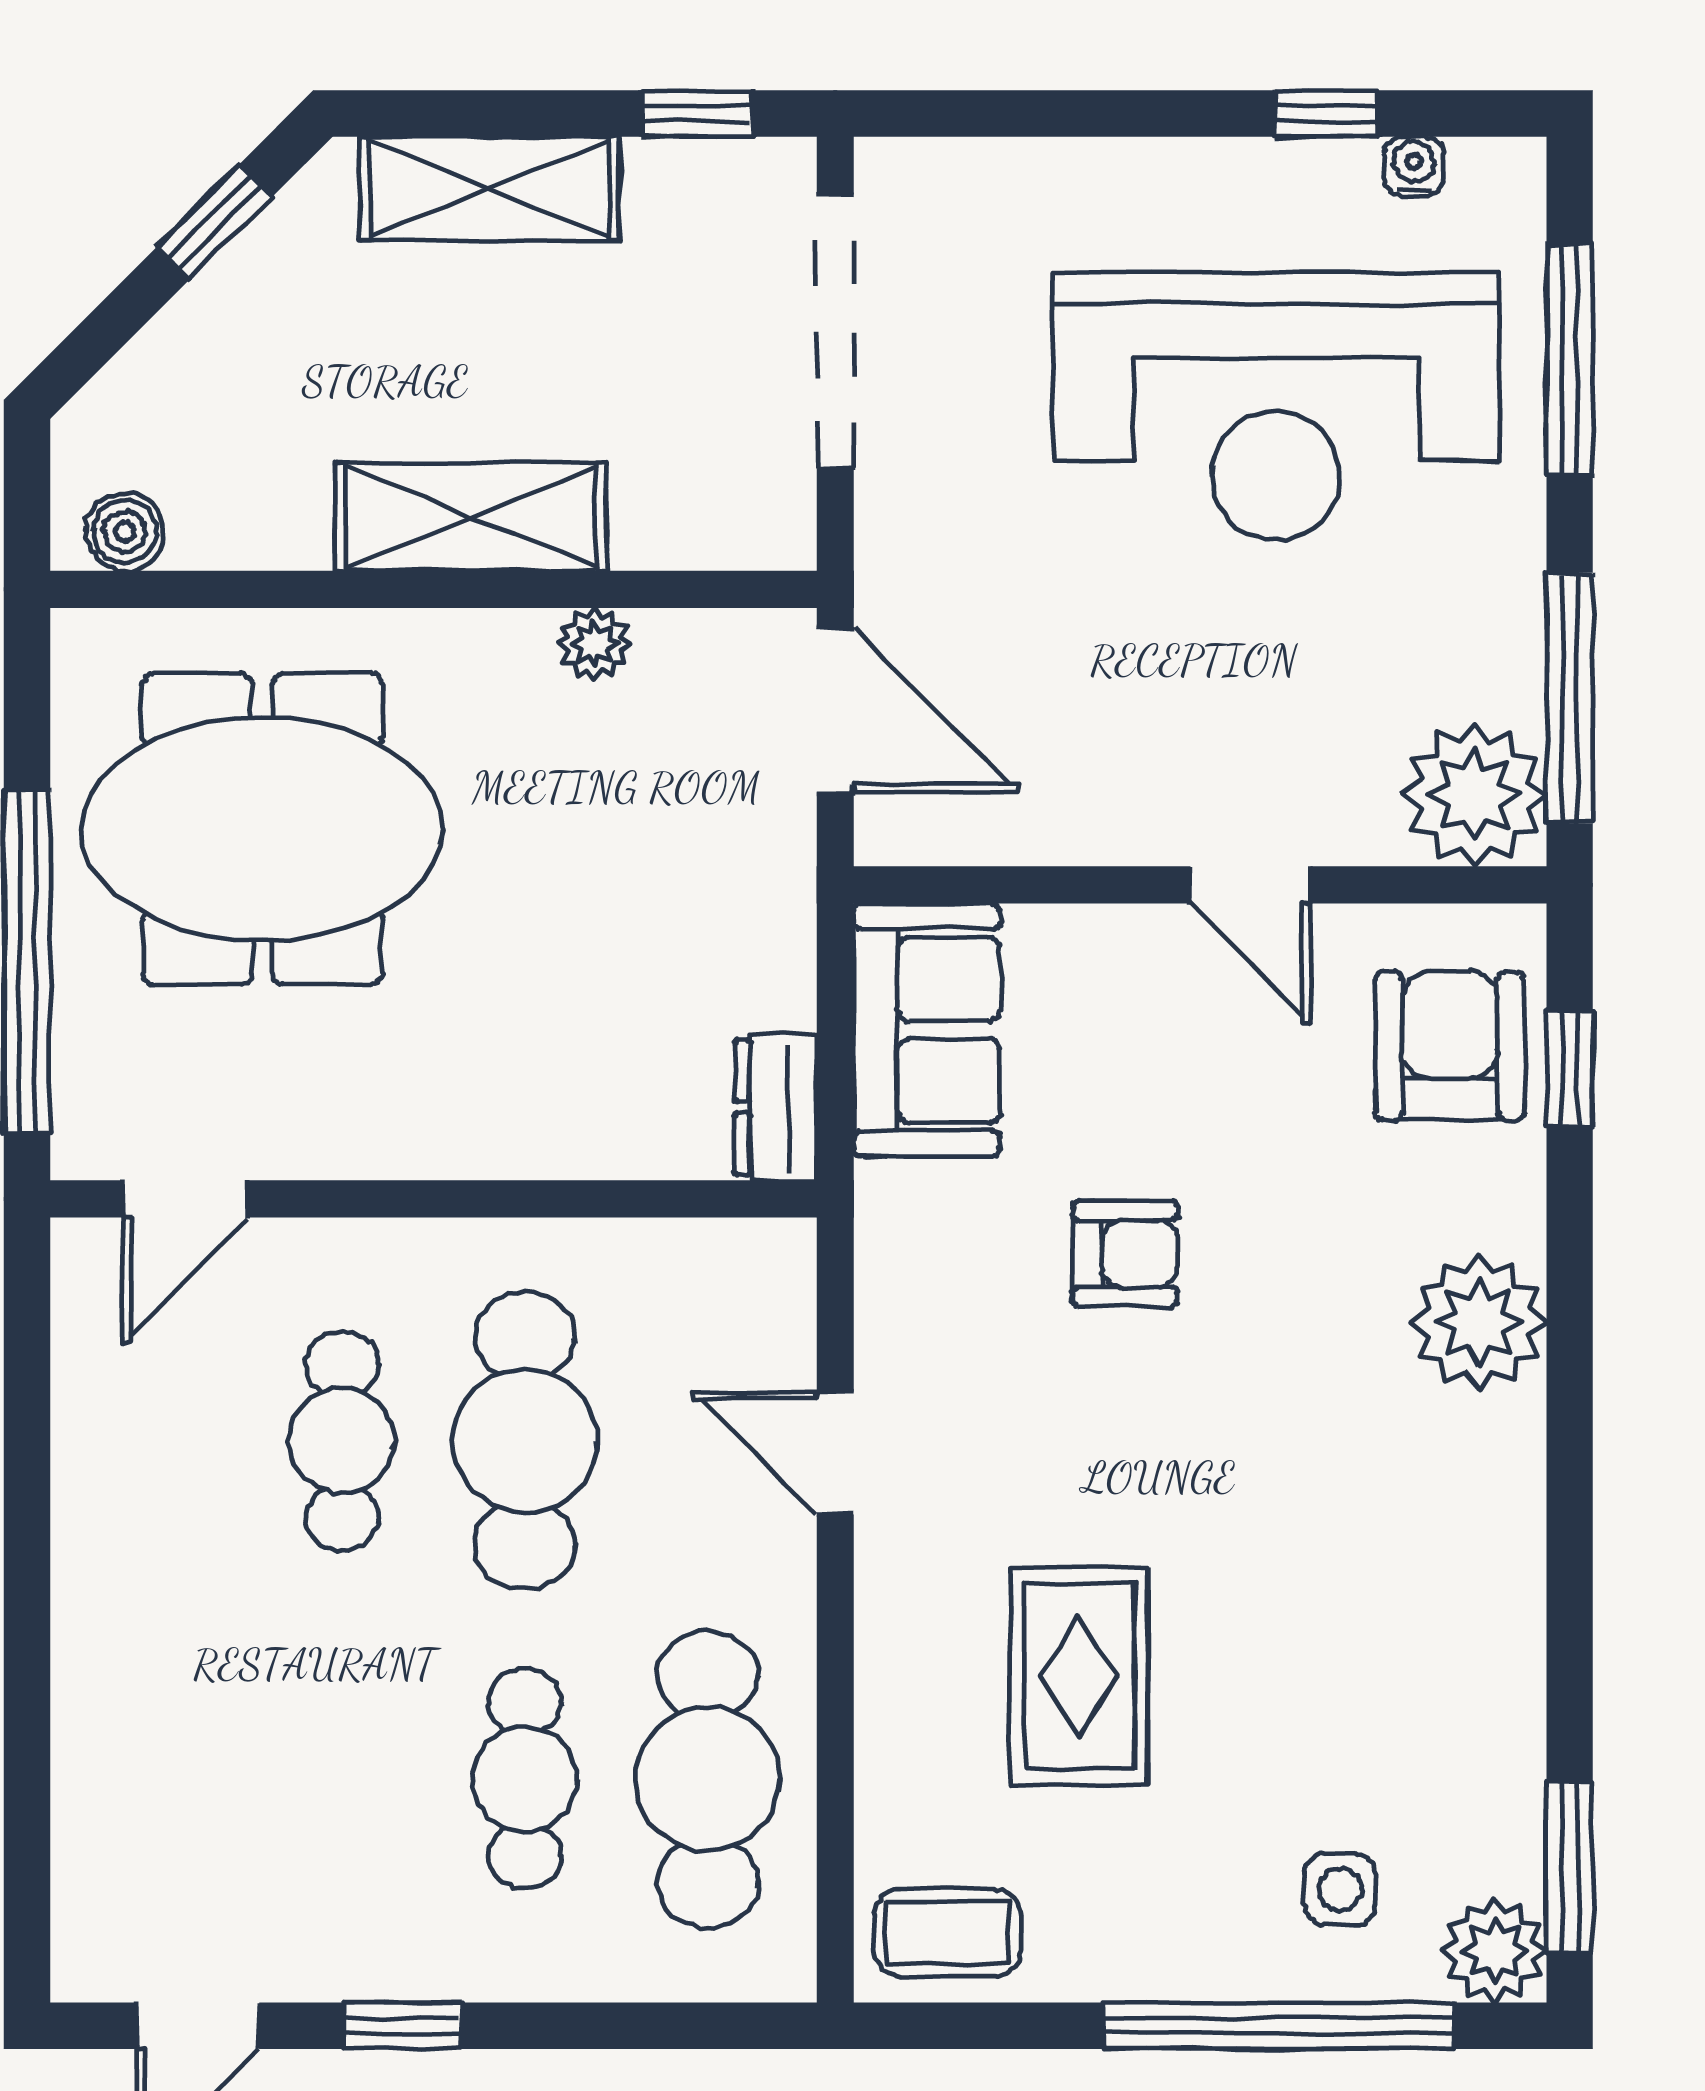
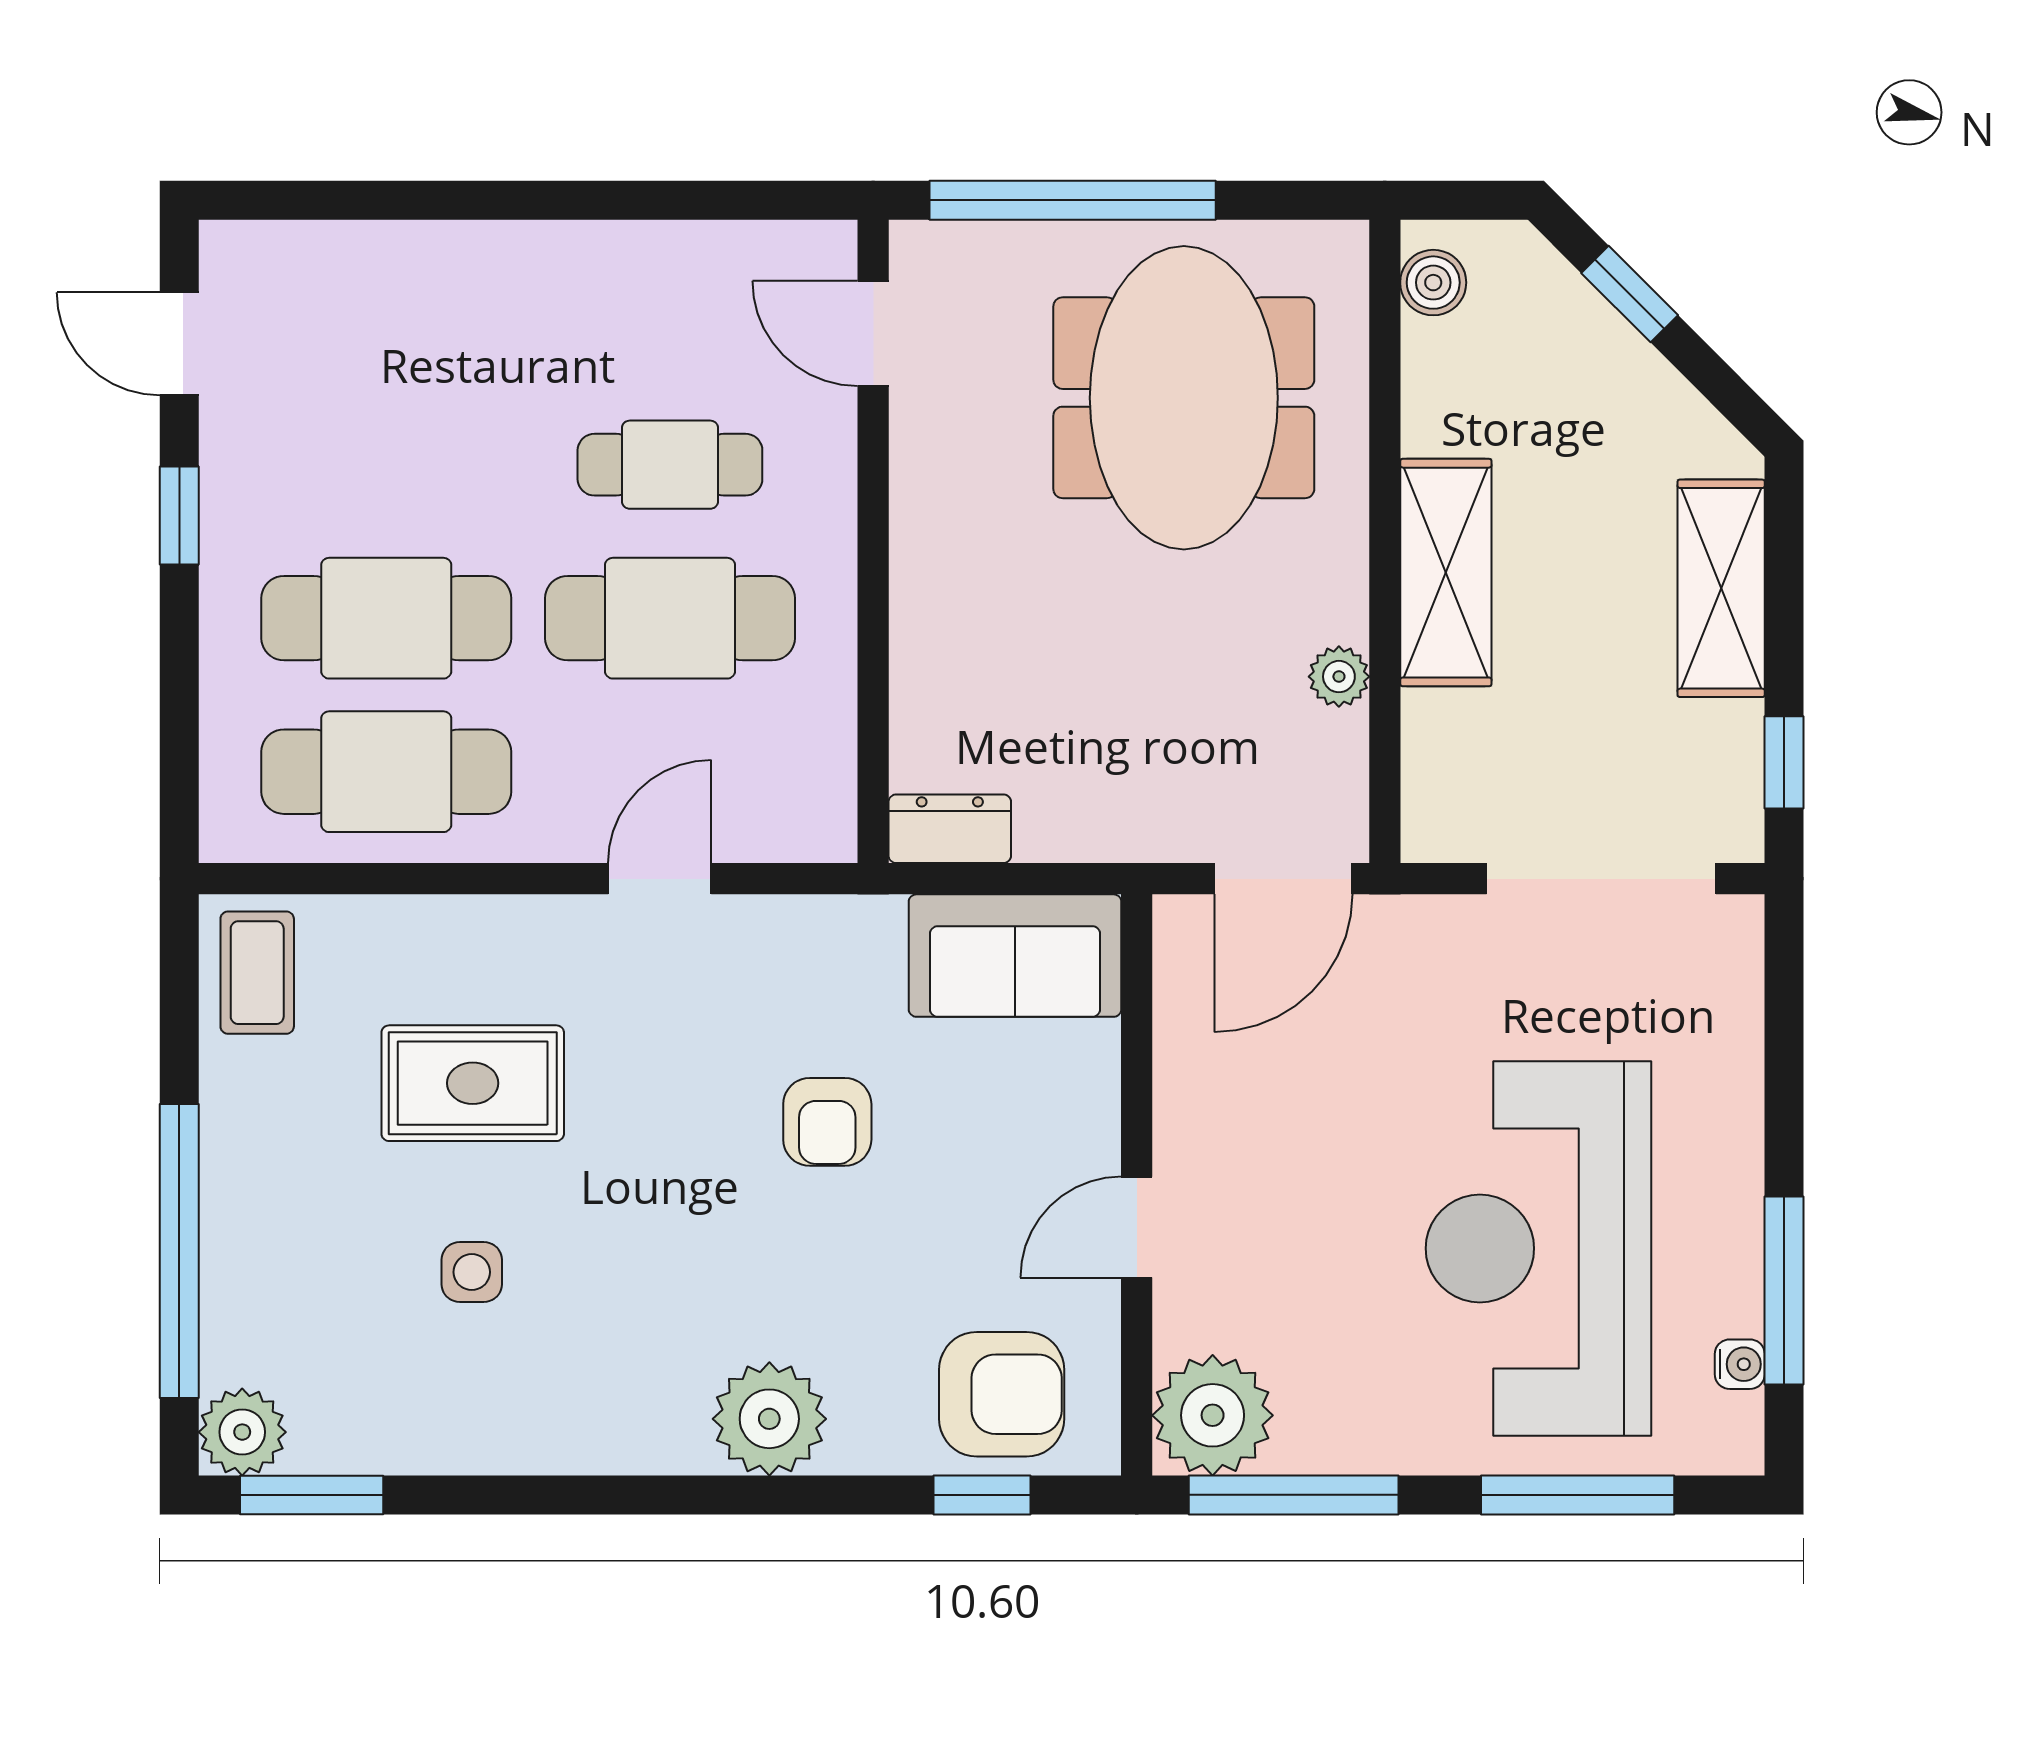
window: (1326, 114) -> (1784, 1290), width x2.17
window: (215, 222) -> (1630, 294), moved
cafe table: (525, 1779) -> (386, 618), width x1.37, depth x1.35
side table: (1340, 1889) -> (472, 1272), moved

